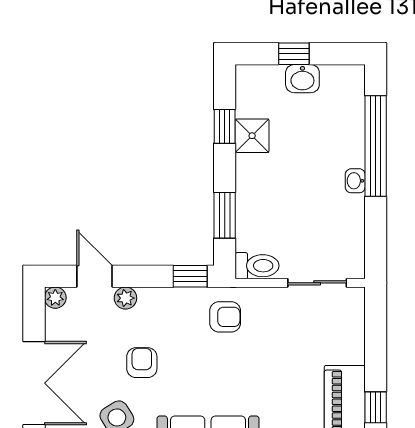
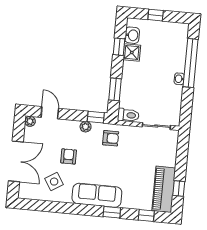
washbasin: (302, 79) -> (132, 35), moved, turned -90
plant: (125, 298) -> (86, 127), moved

